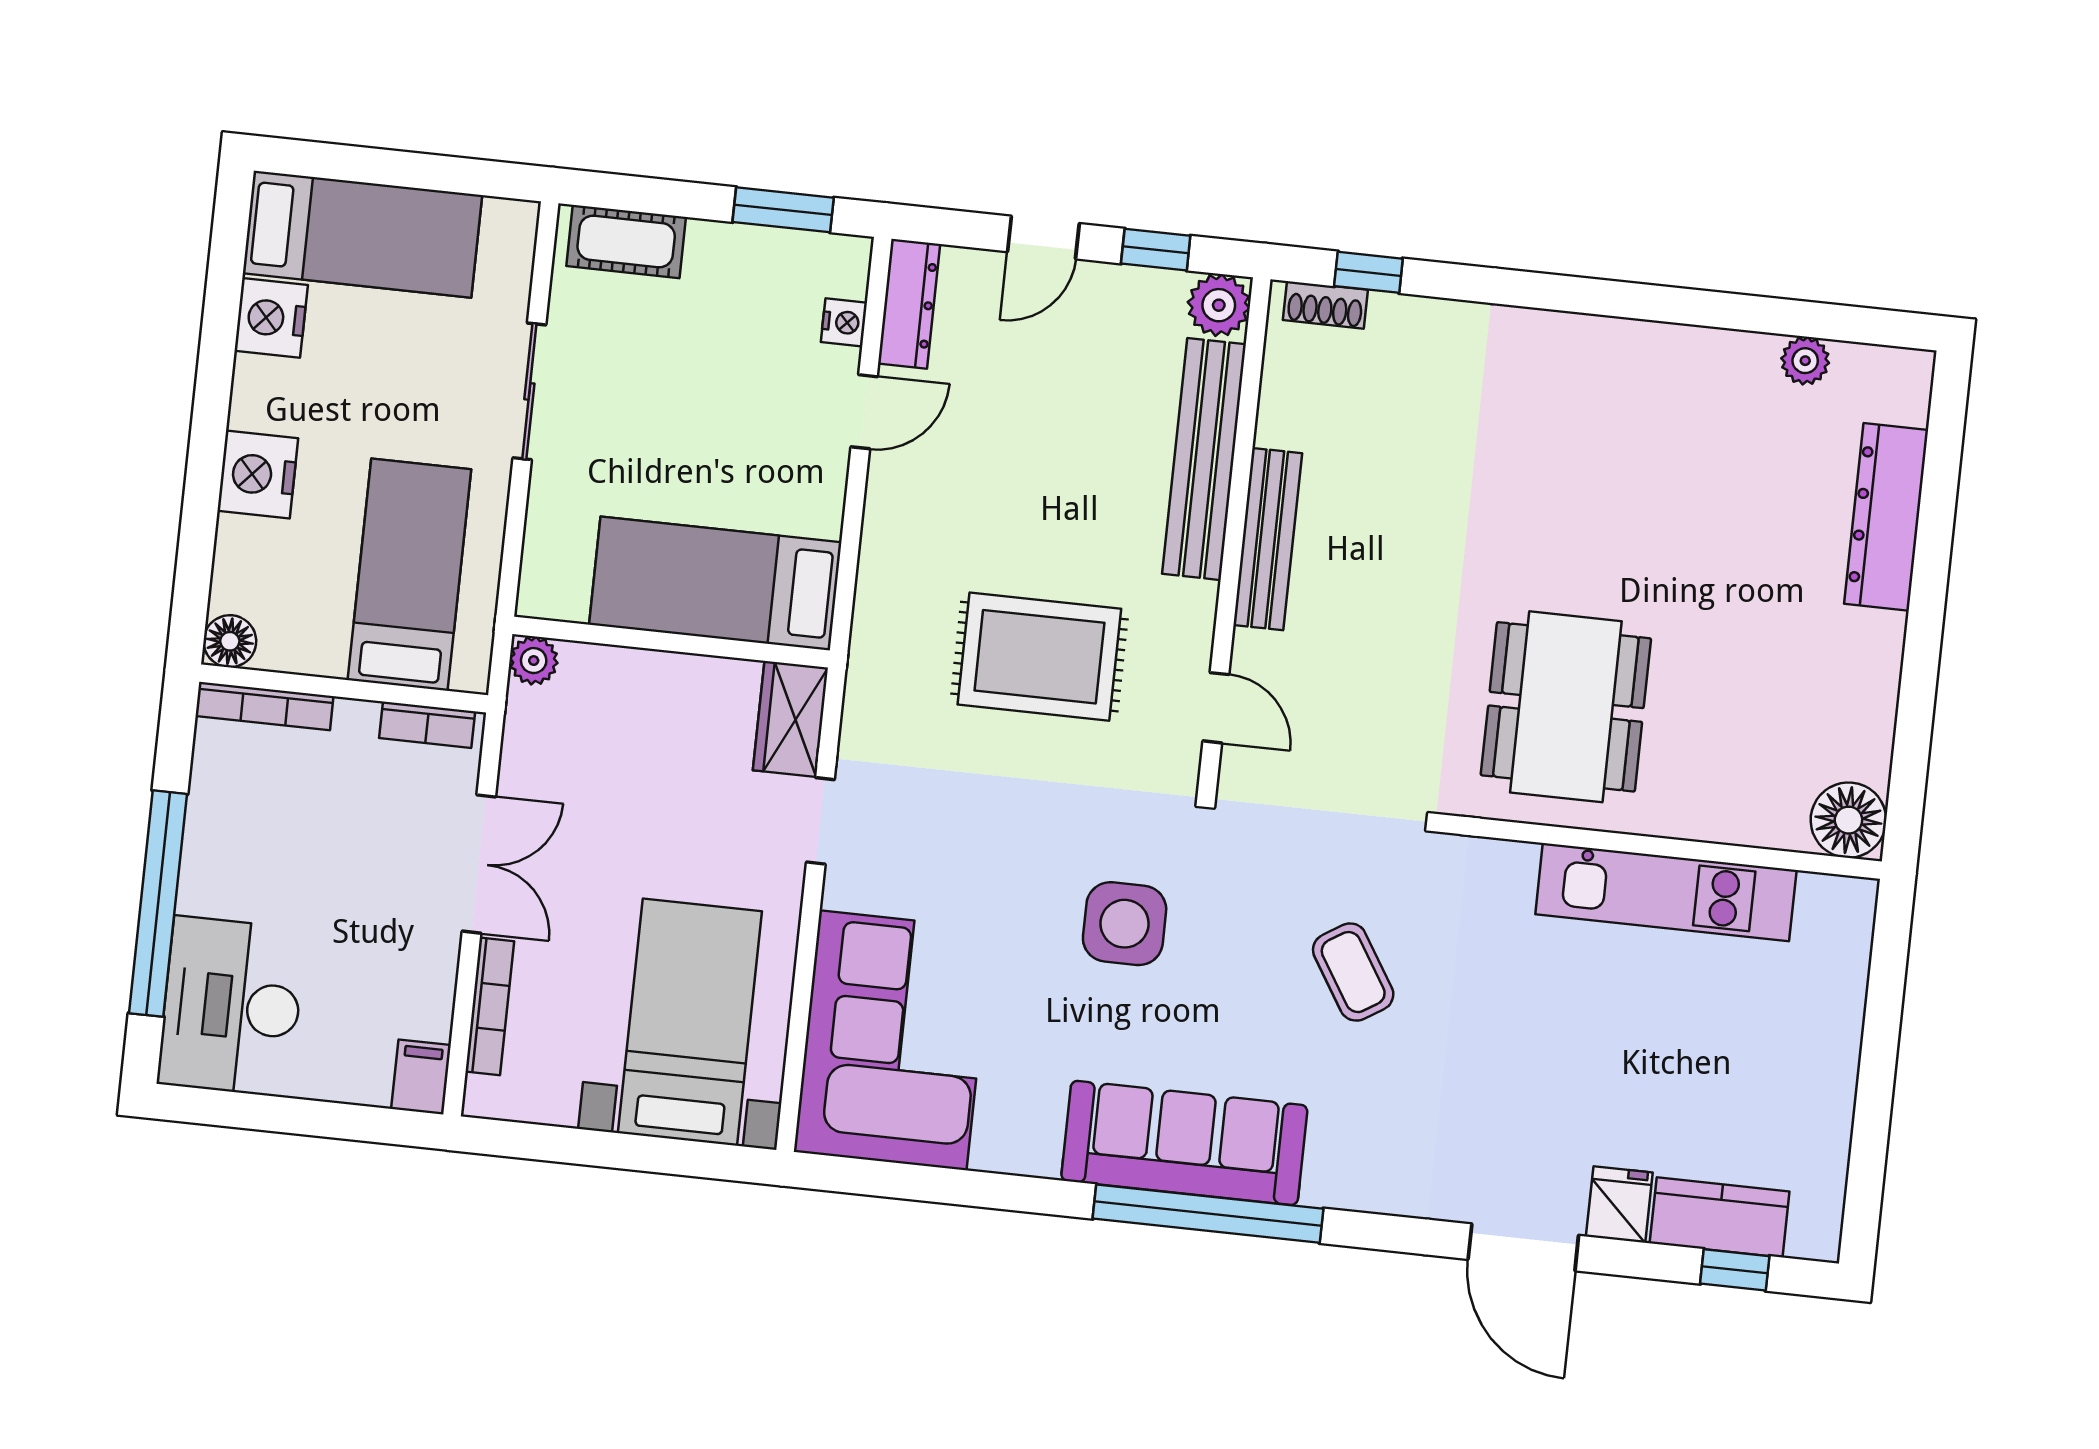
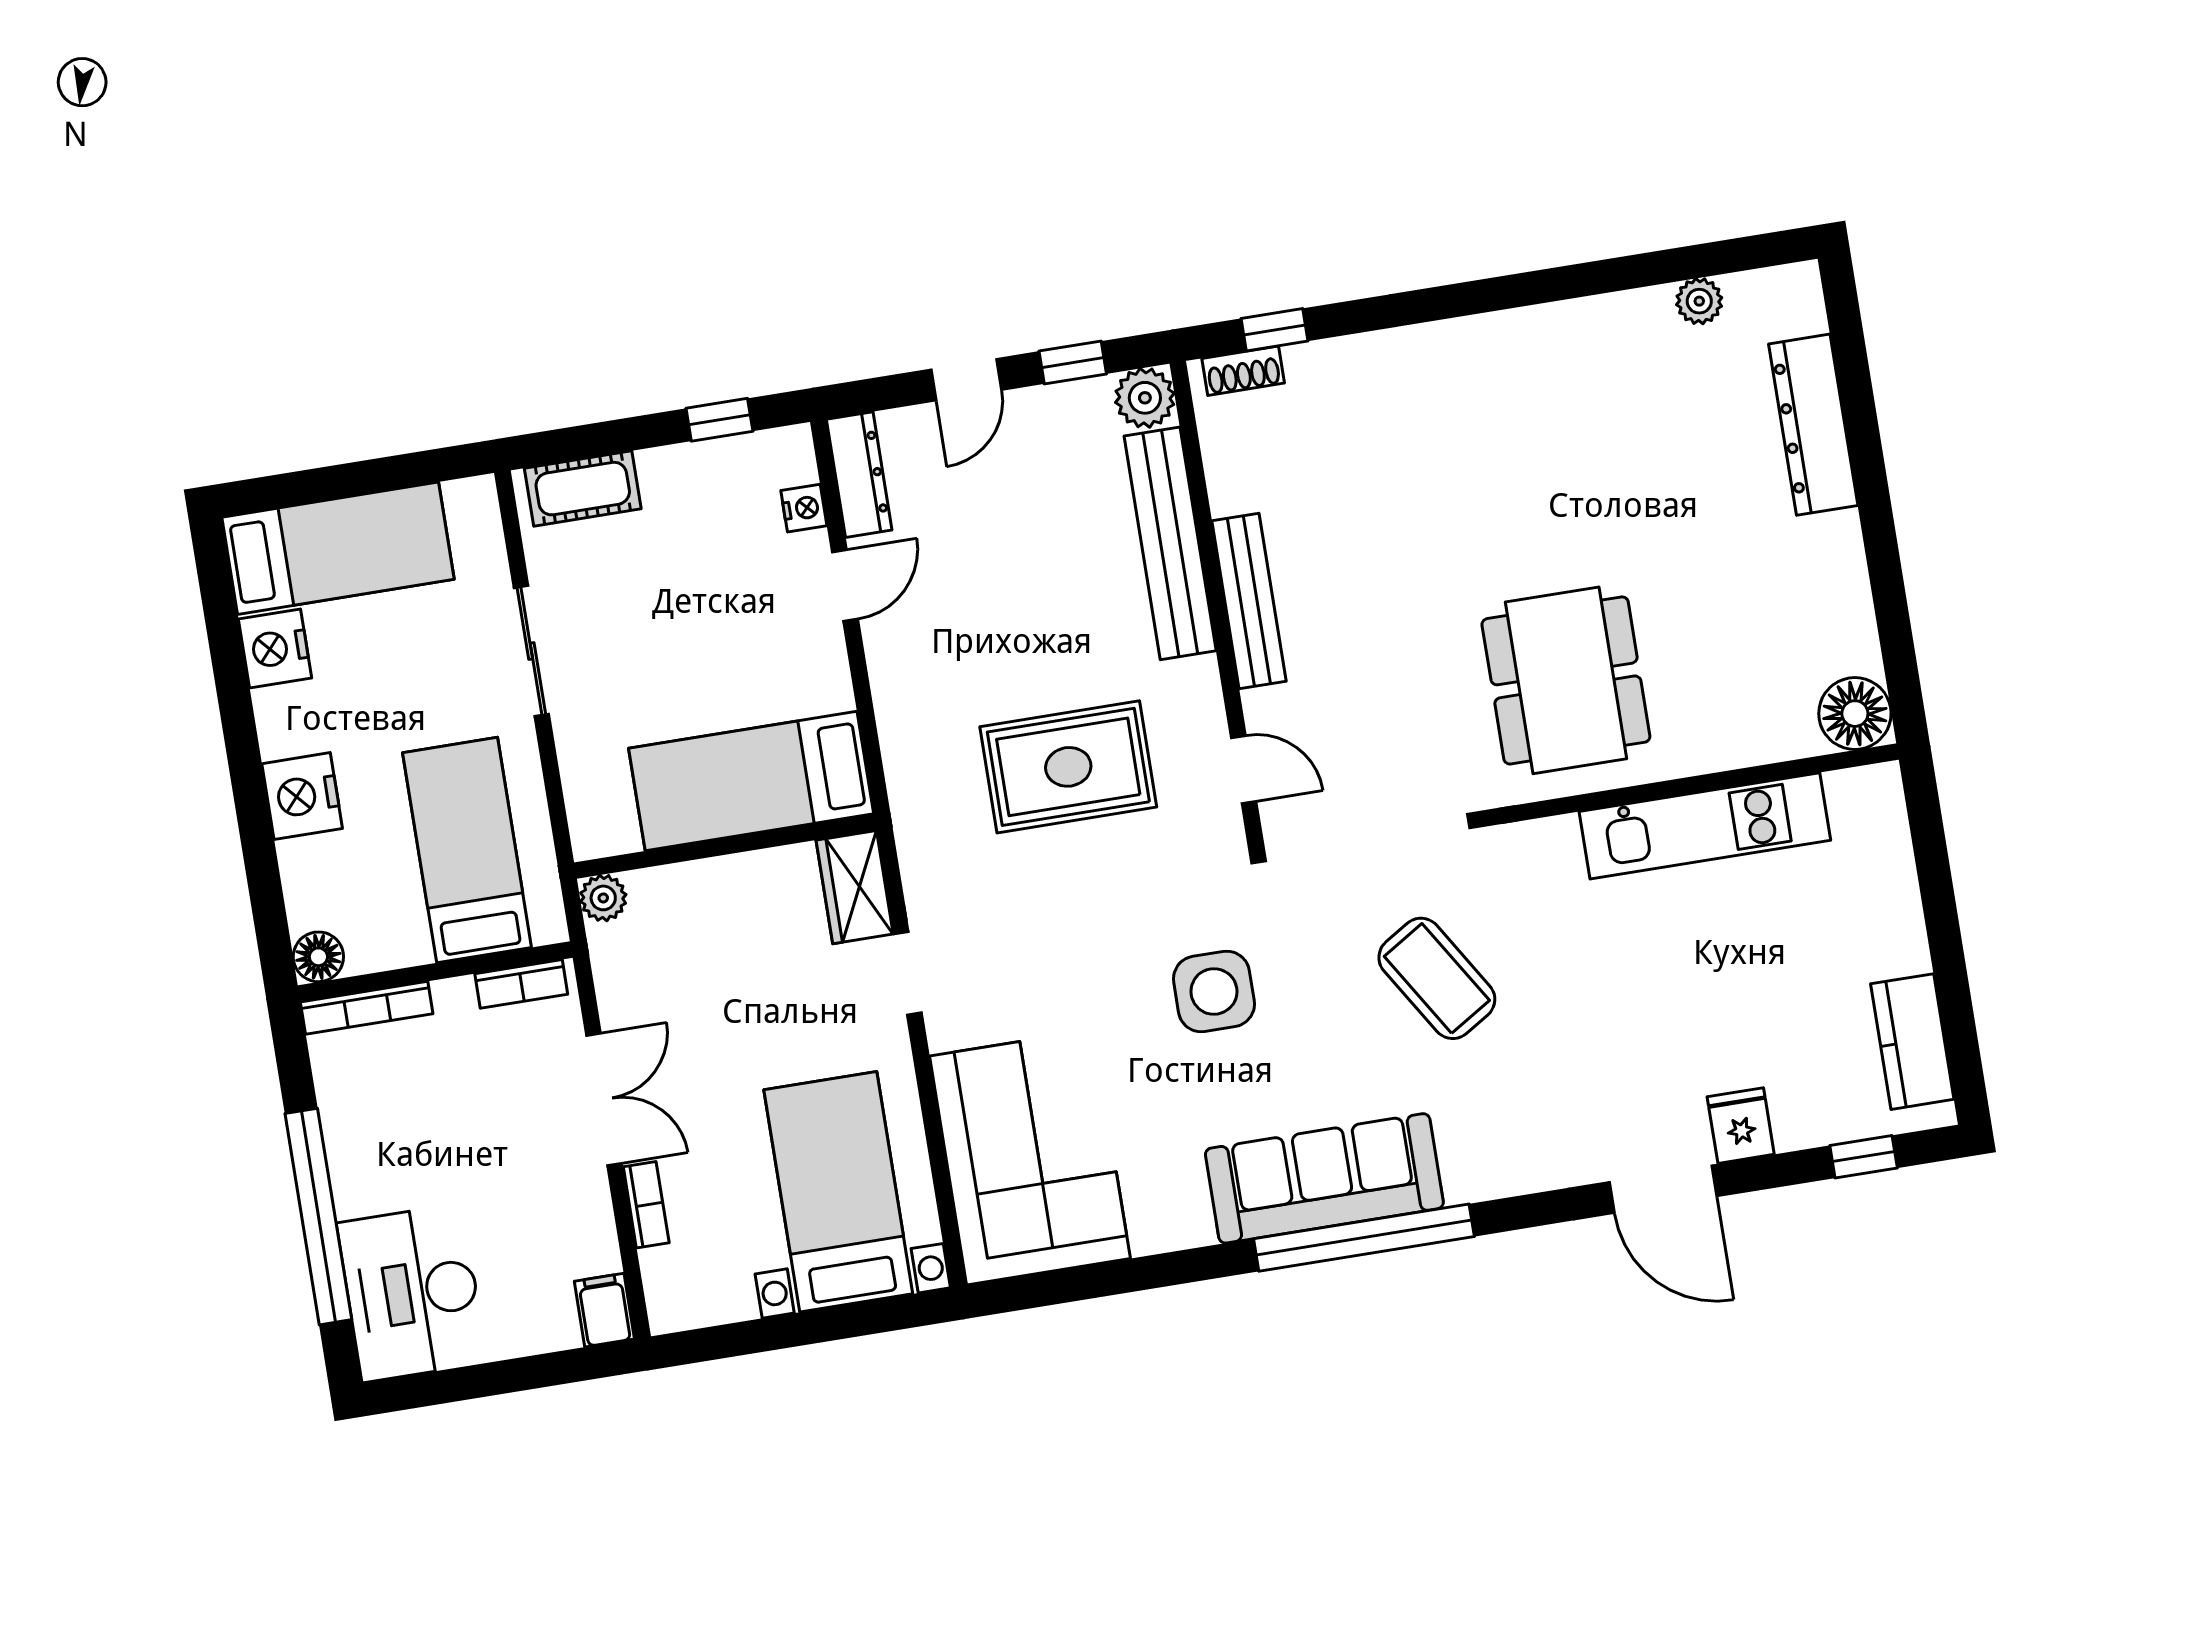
window: (783, 210) -> (719, 420), width x0.67
coffee table: (1353, 972) -> (1437, 978), width x1.36, depth x1.30
bookcase: (490, 1006) -> (646, 1205), width x0.64
kitchen counter: (1720, 1217) -> (1912, 1042), moved, turned -90

